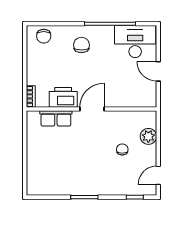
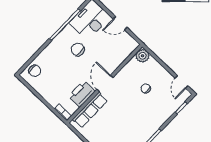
chair: (81, 45) -> (78, 49), moved
row of seats: (56, 118) -> (90, 110), width x1.48
plant: (148, 136) -> (143, 56), moved

